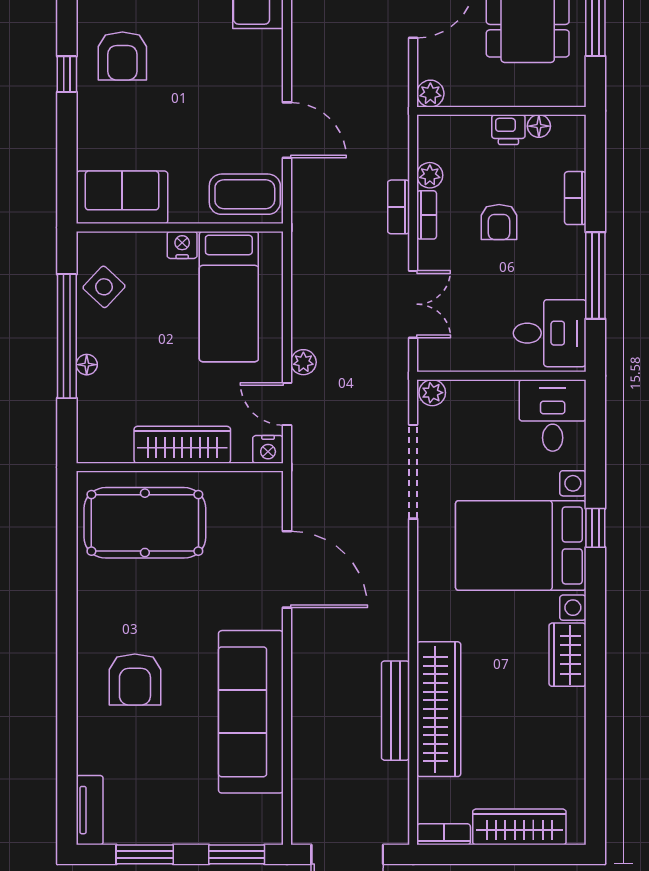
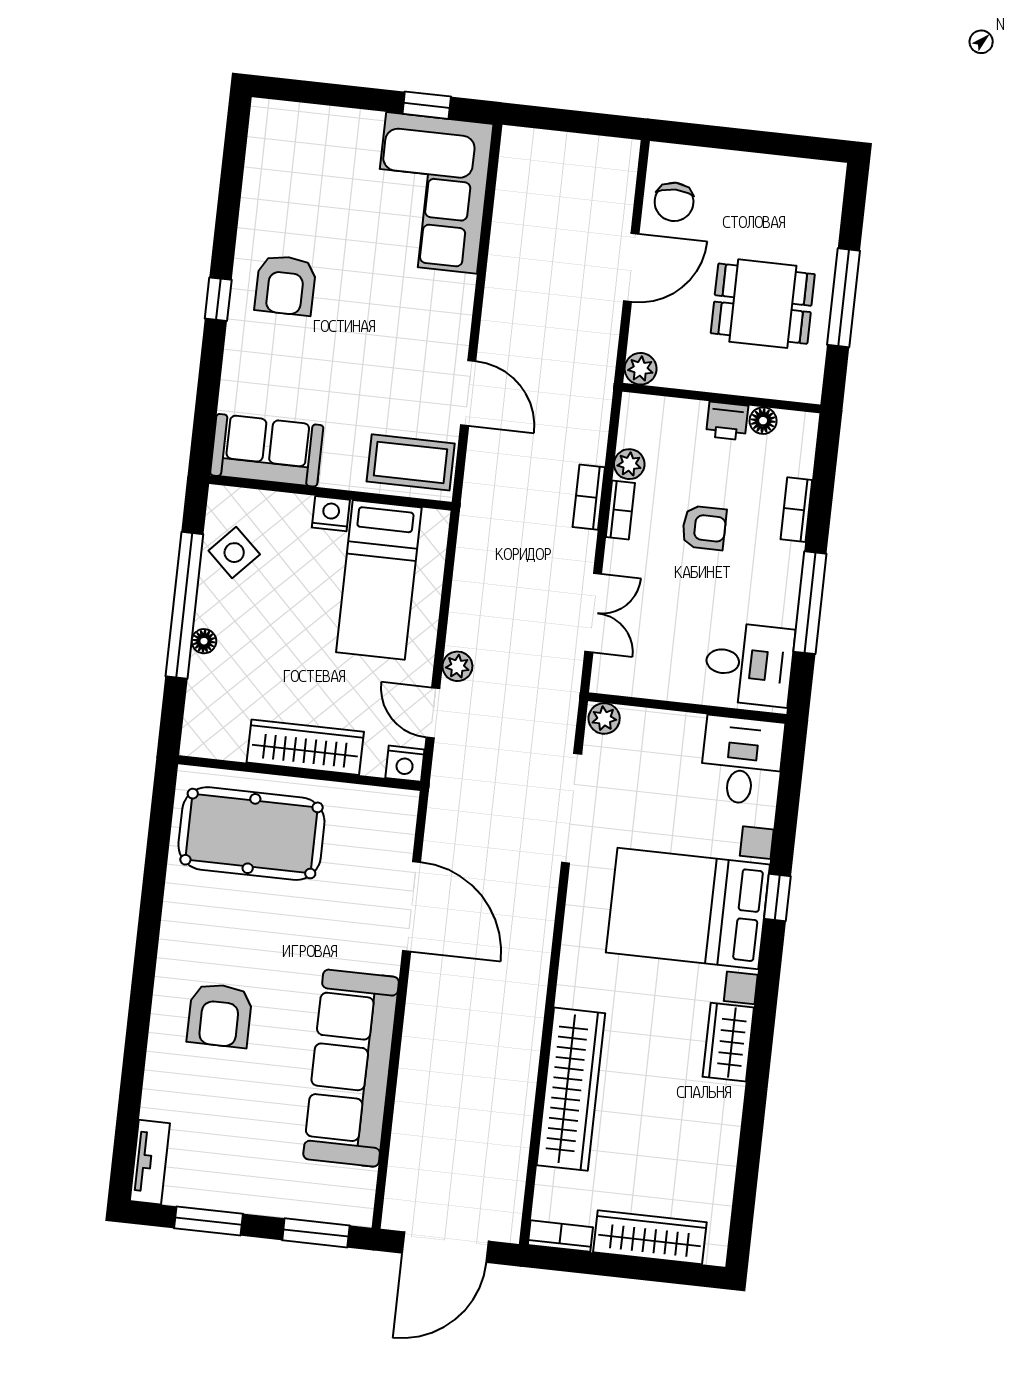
armchair: (499, 222) -> (704, 528), turned -90
bench: (395, 711) -> (520, 1085), removed

